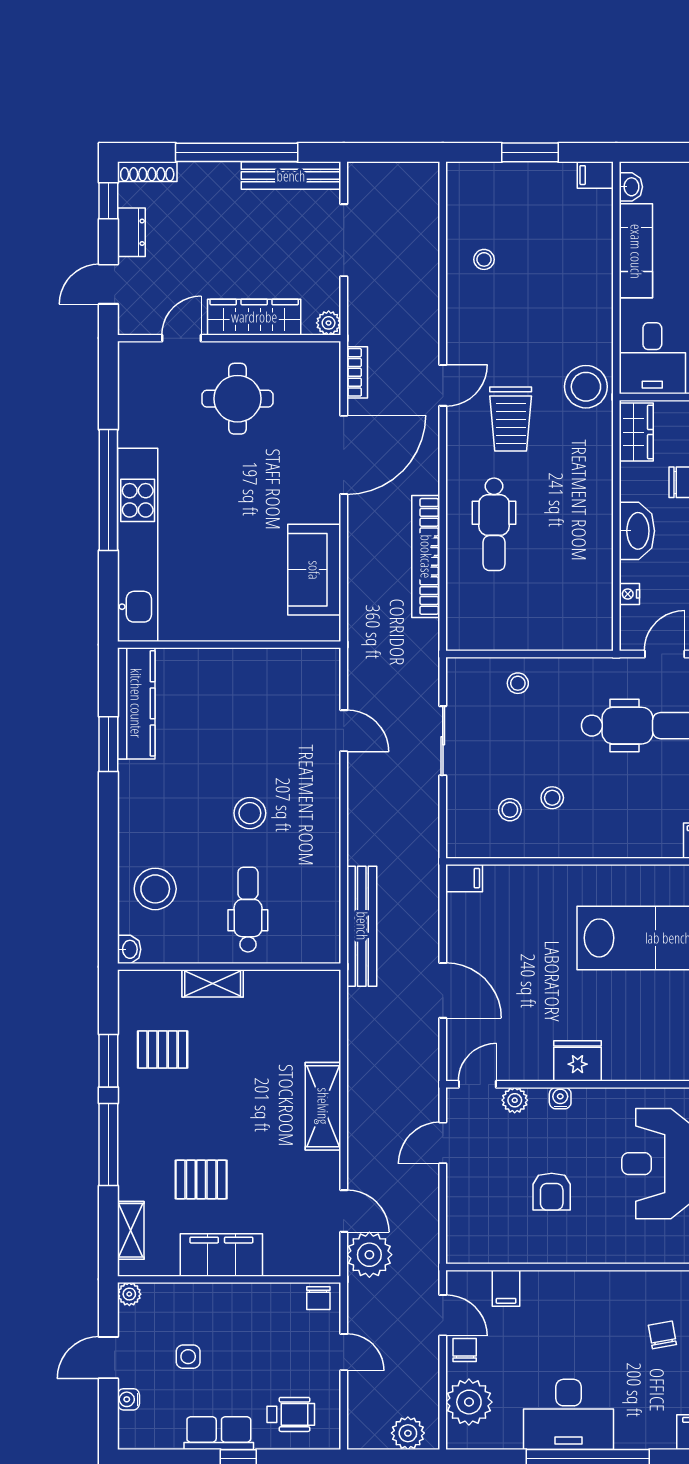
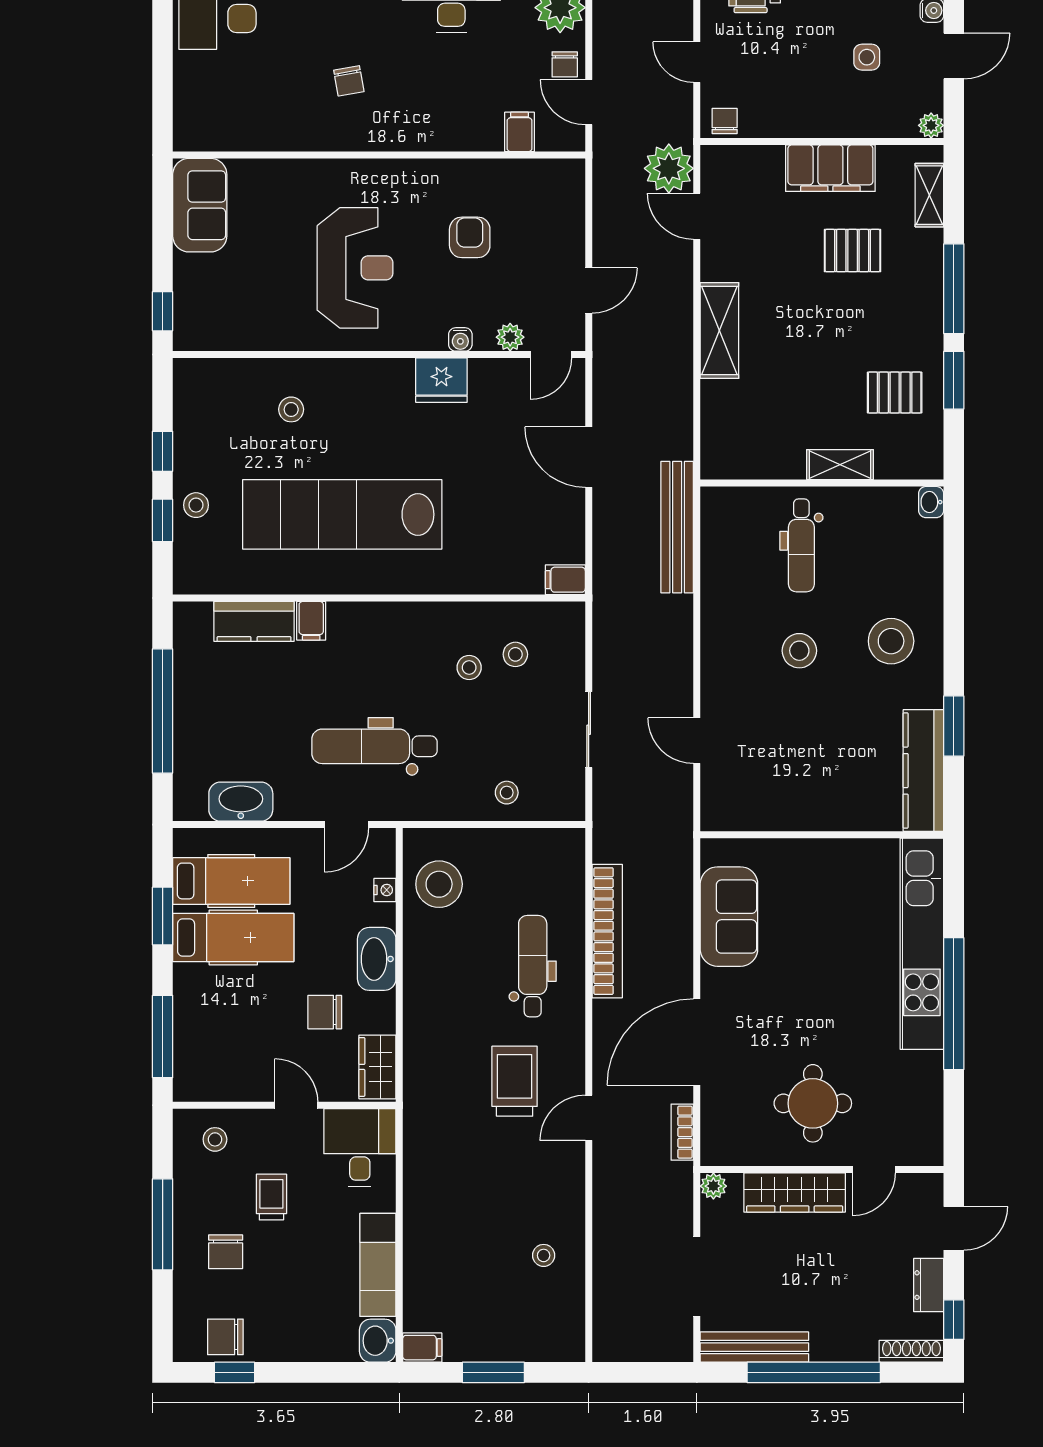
washbasin: (631, 187) -> (378, 1341), width x1.38, depth x1.45
stool: (586, 387) -> (439, 884), moved
stool: (155, 889) -> (891, 641), moved

